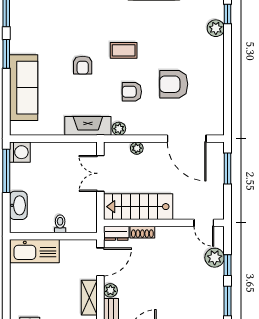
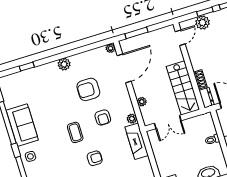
plant: (216, 28) -> (64, 64), moved
armchair: (174, 84) -> (88, 89), turned 90
plant: (218, 129) -> (111, 48), added

